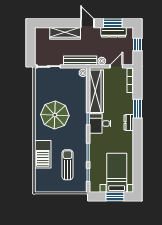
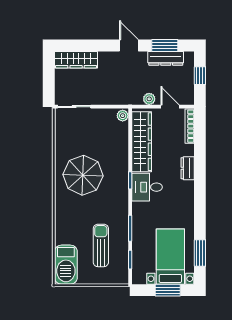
wardrobe: (65, 33) -> (76, 60), moved
bench: (80, 61) -> (119, 98), removed
door: (116, 66) -> (170, 107), hinge flipped
window: (138, 109) -> (200, 253), moved
dresser: (129, 122) -> (188, 168), moved
barbecue: (43, 154) -> (66, 265), moved

